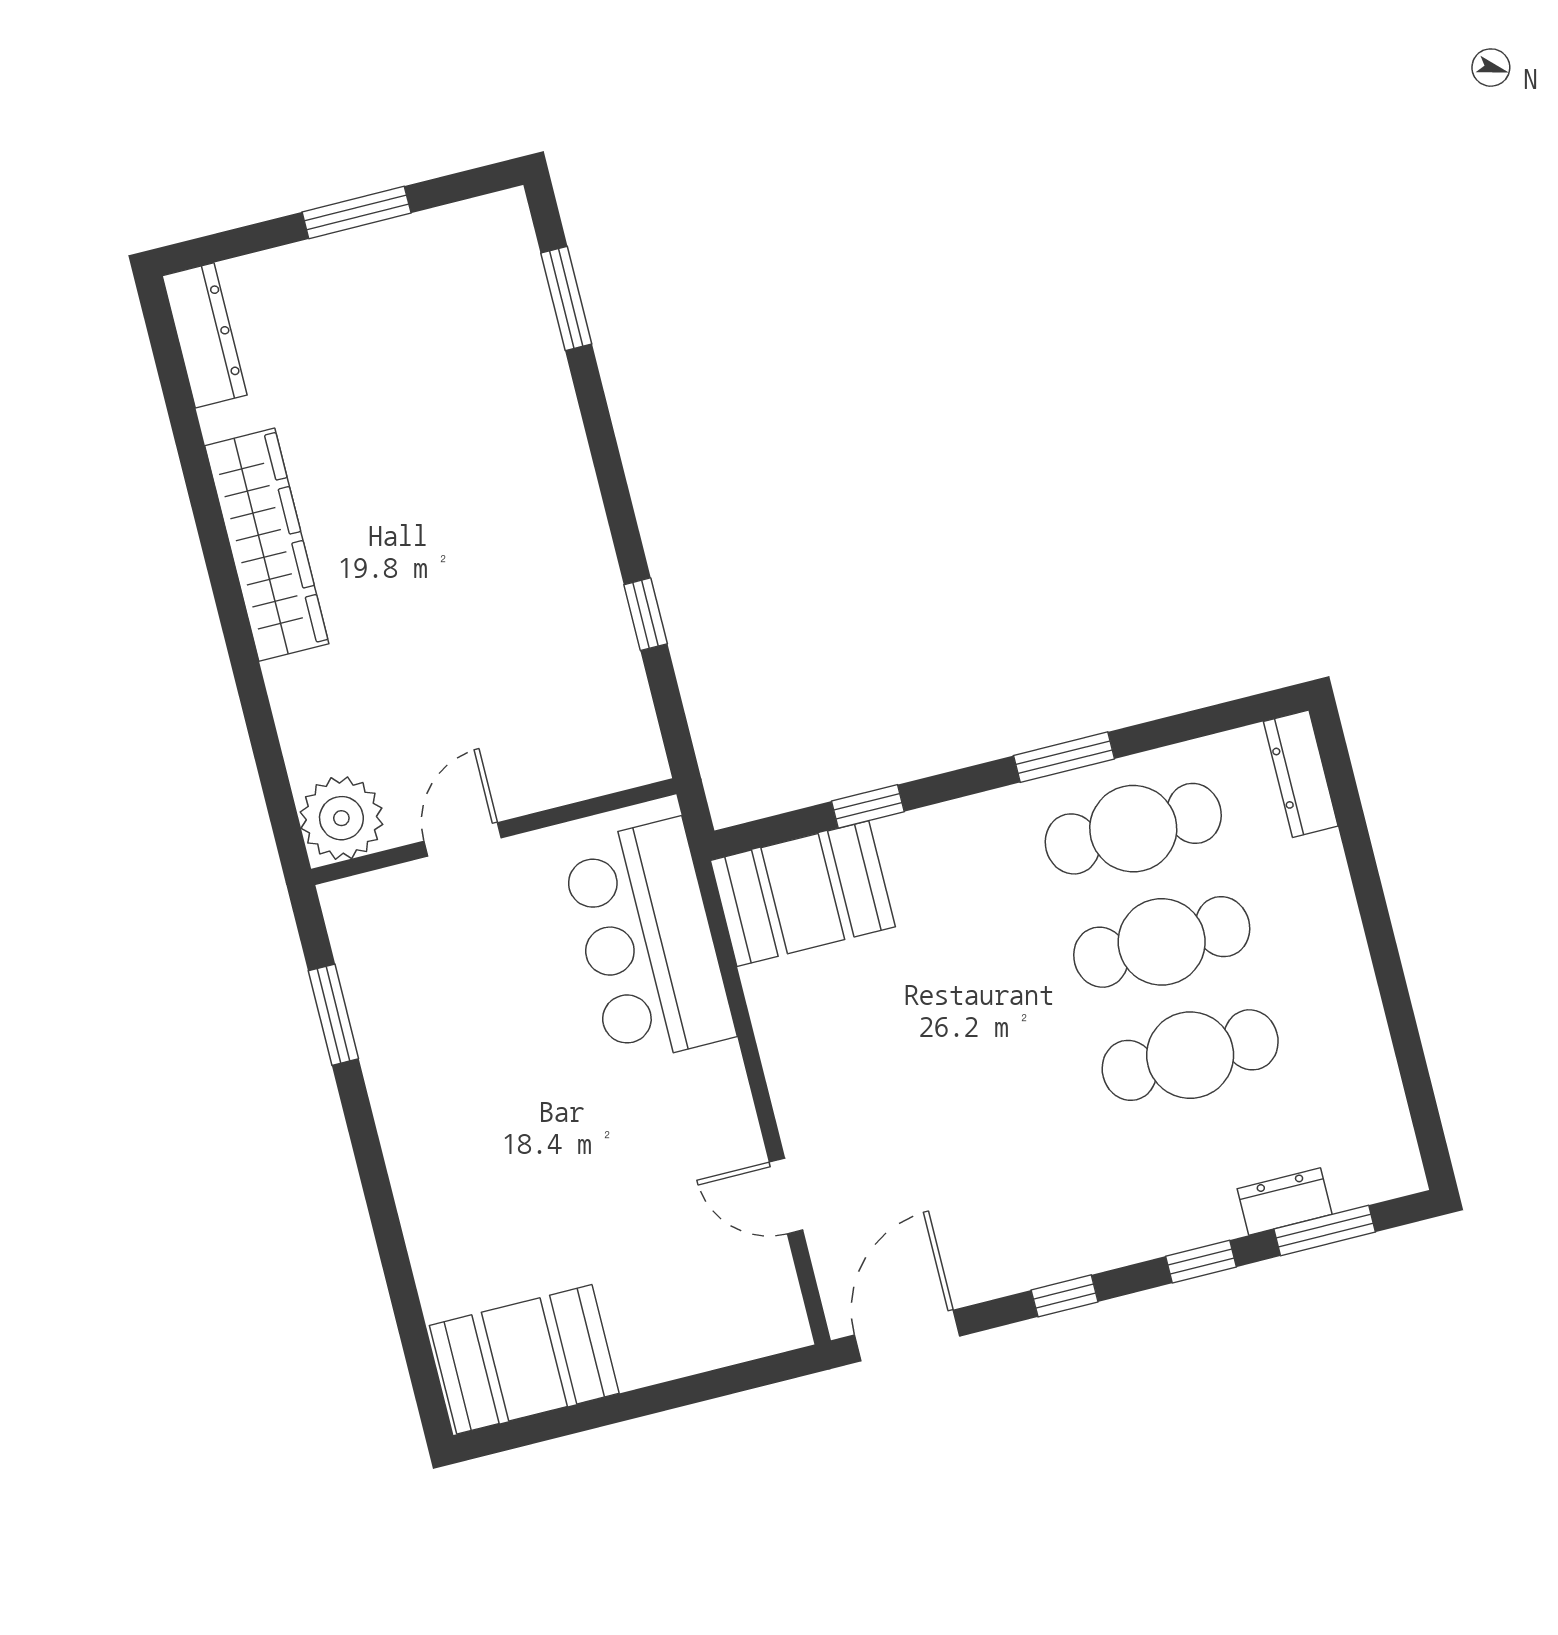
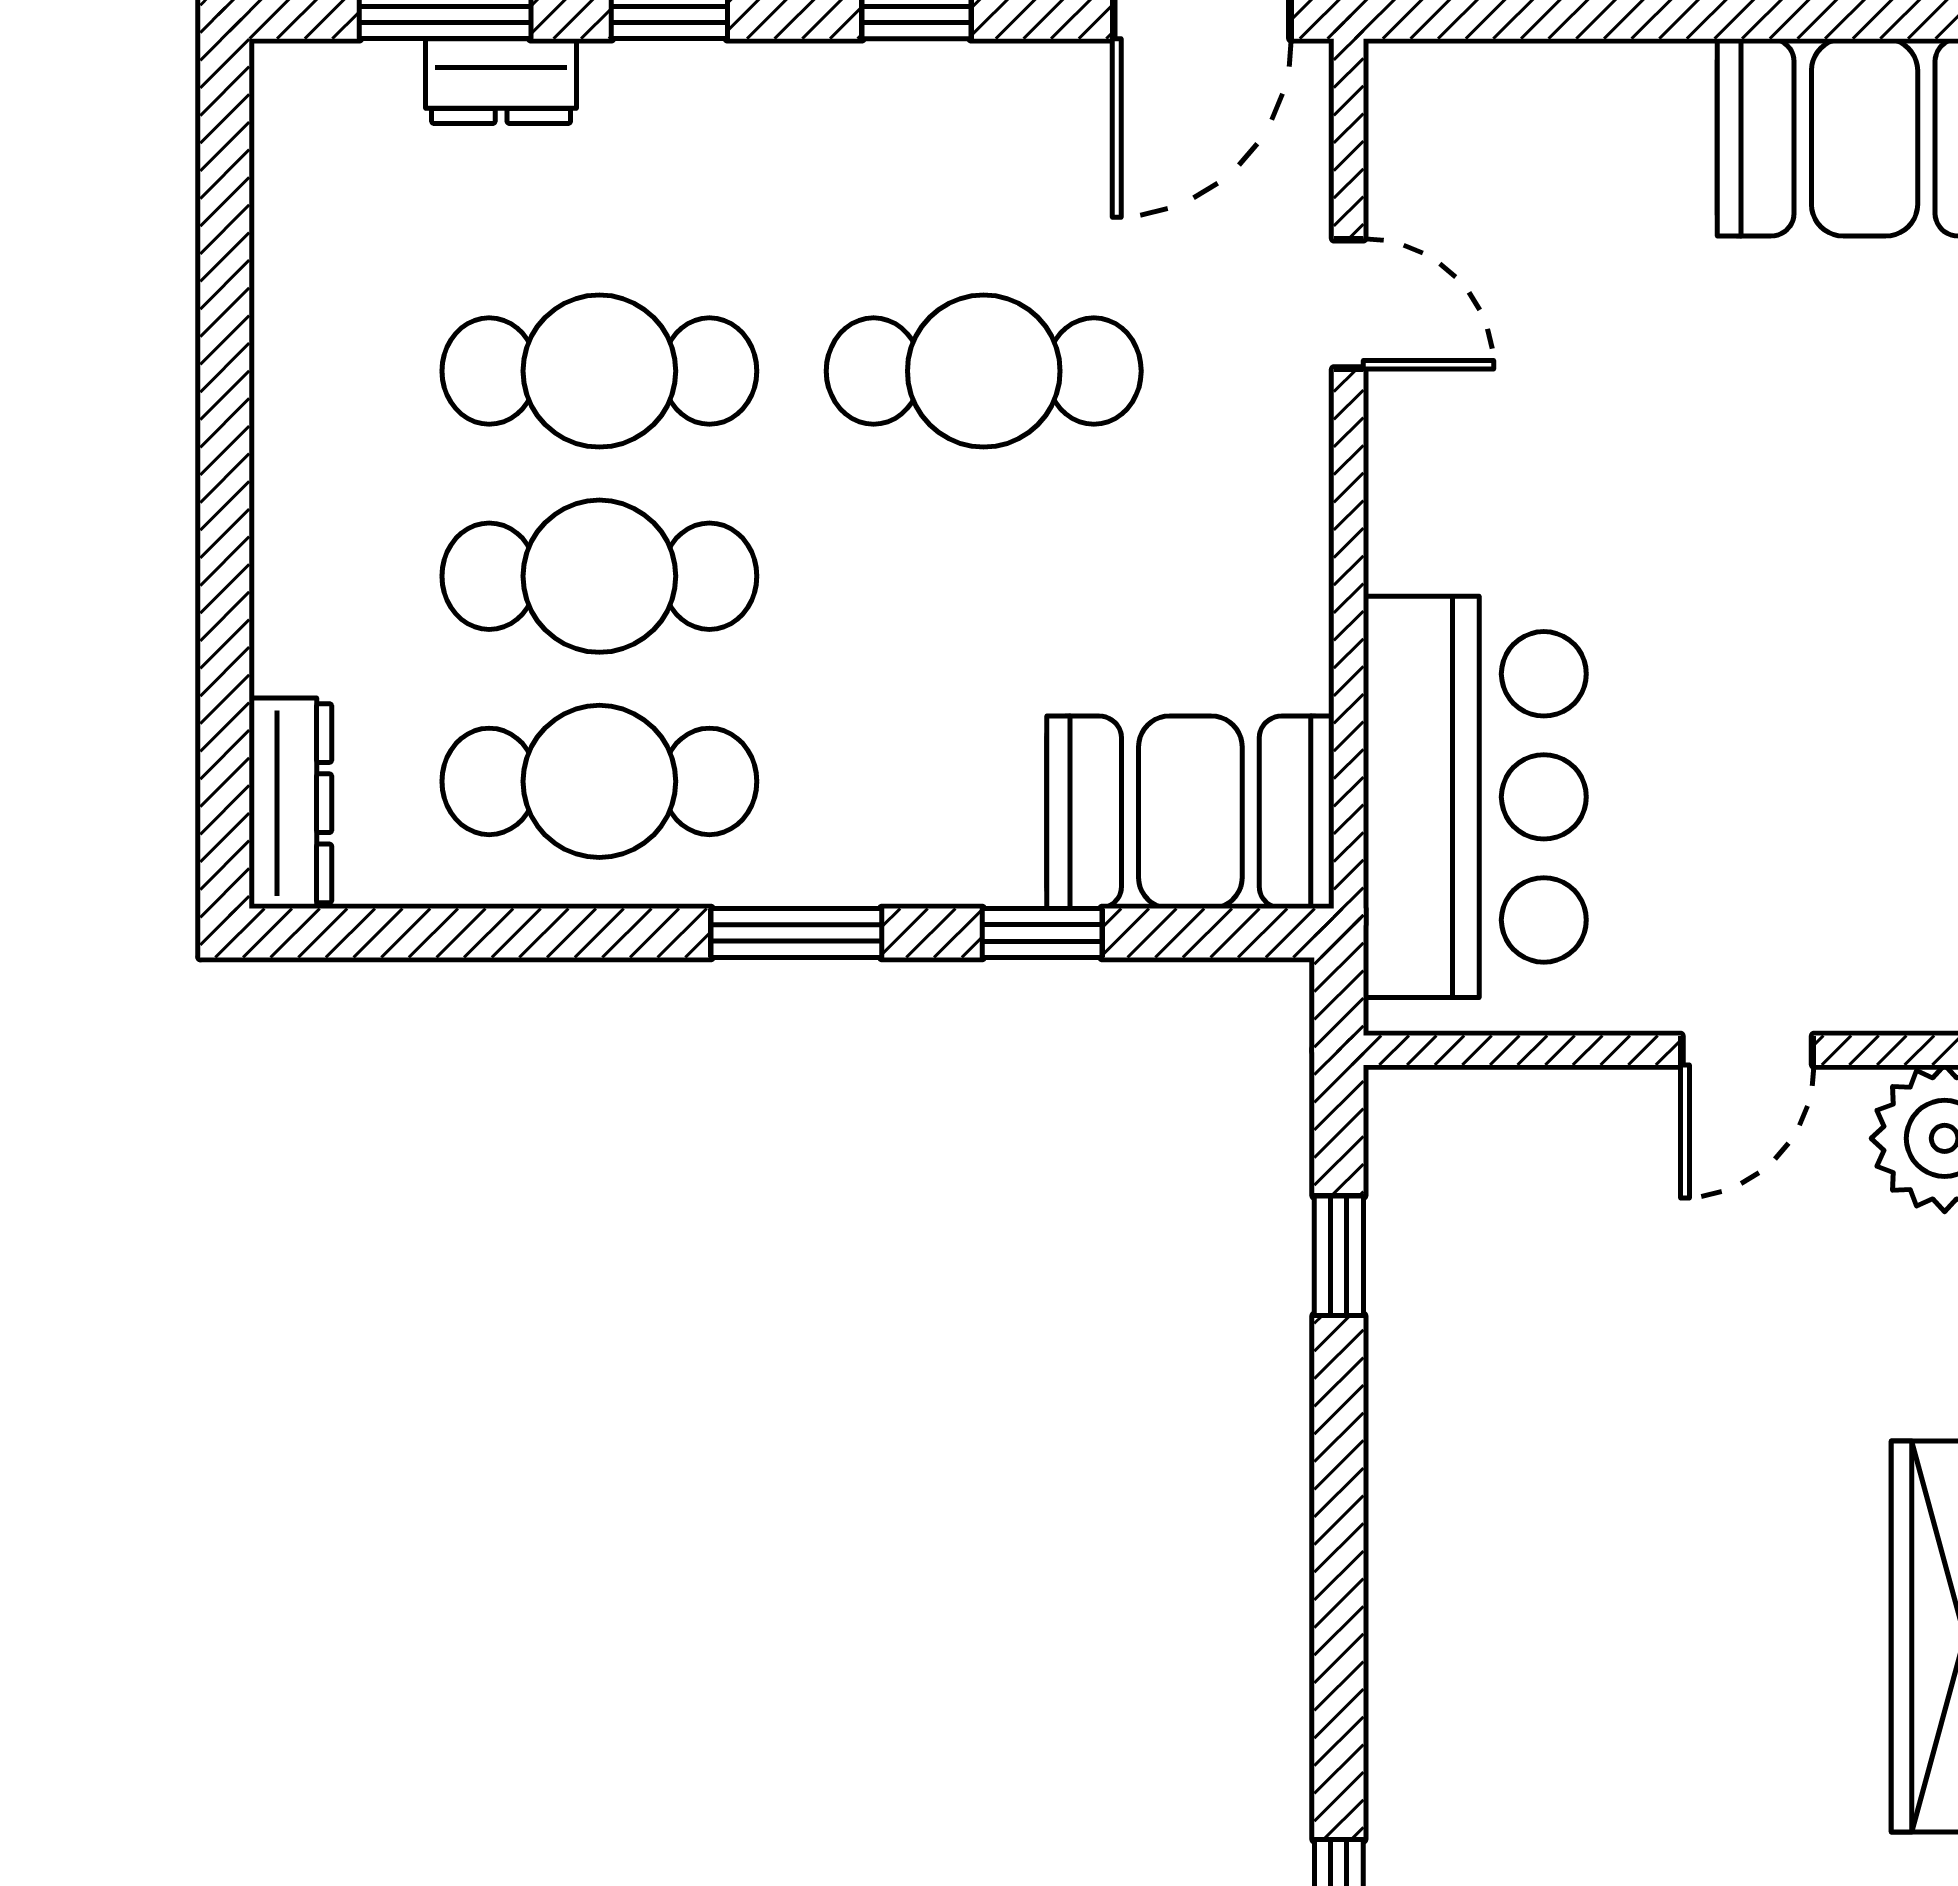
window: (646, 614) -> (1339, 1256), moved
window: (1064, 757) -> (796, 933), moved
cafe table: (978, 1108) -> (984, 371), added

